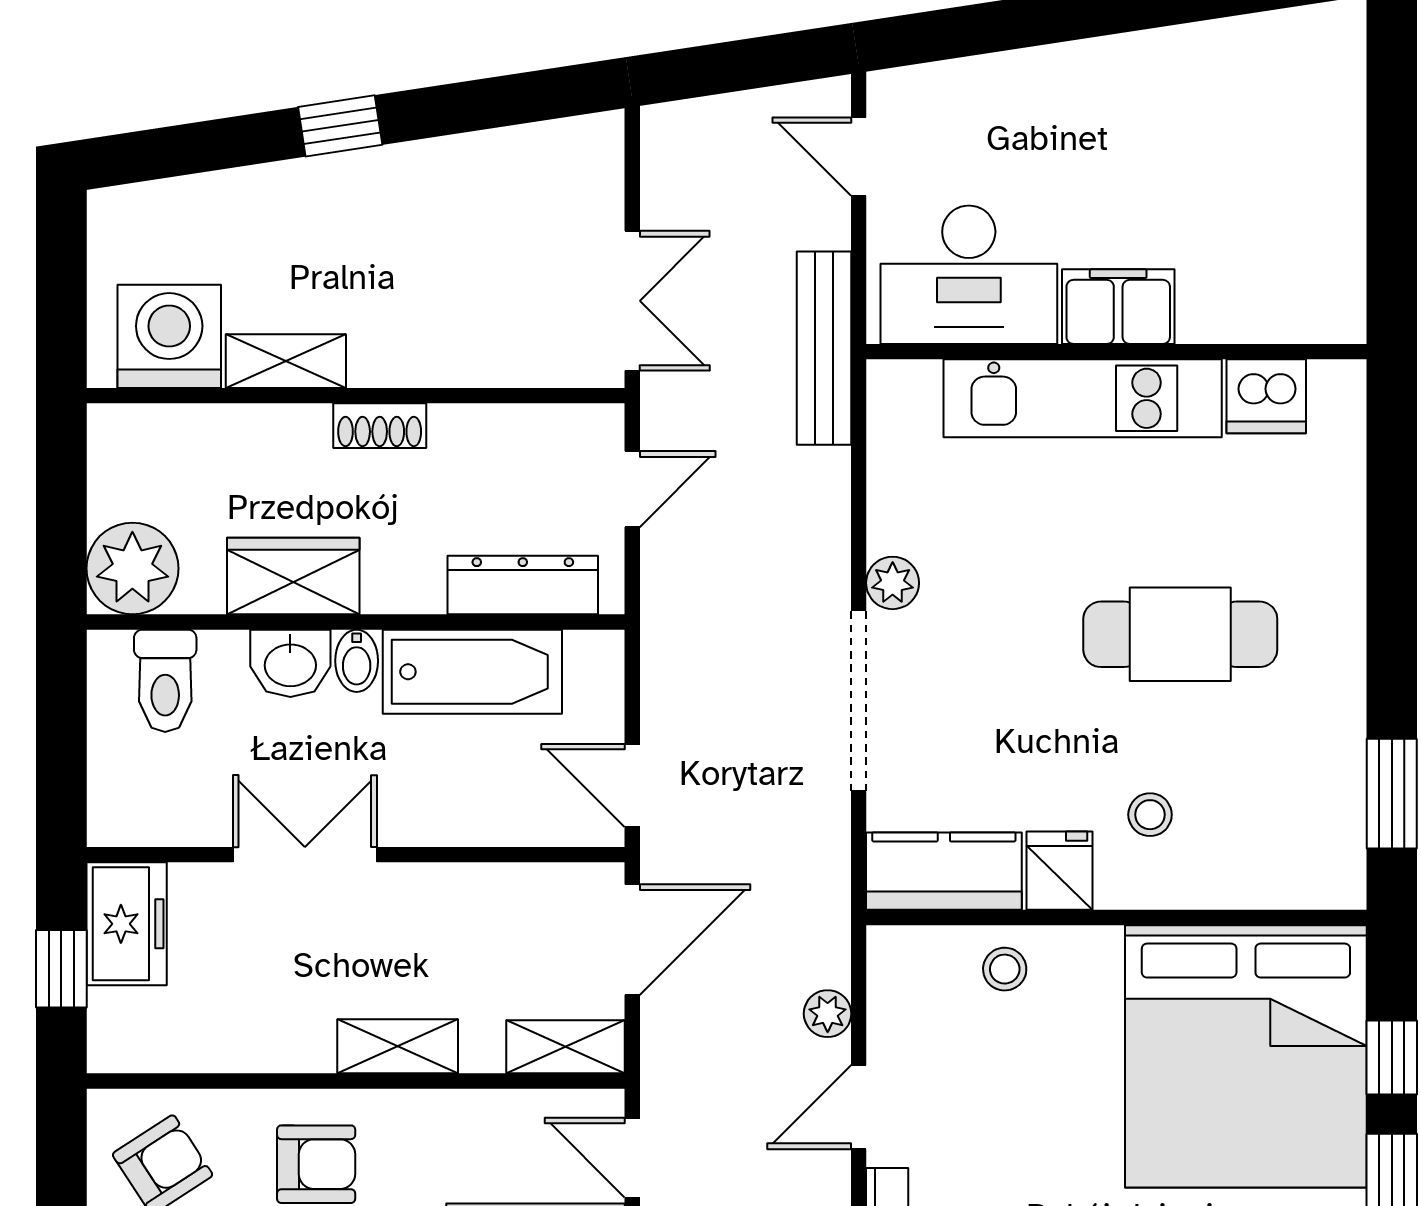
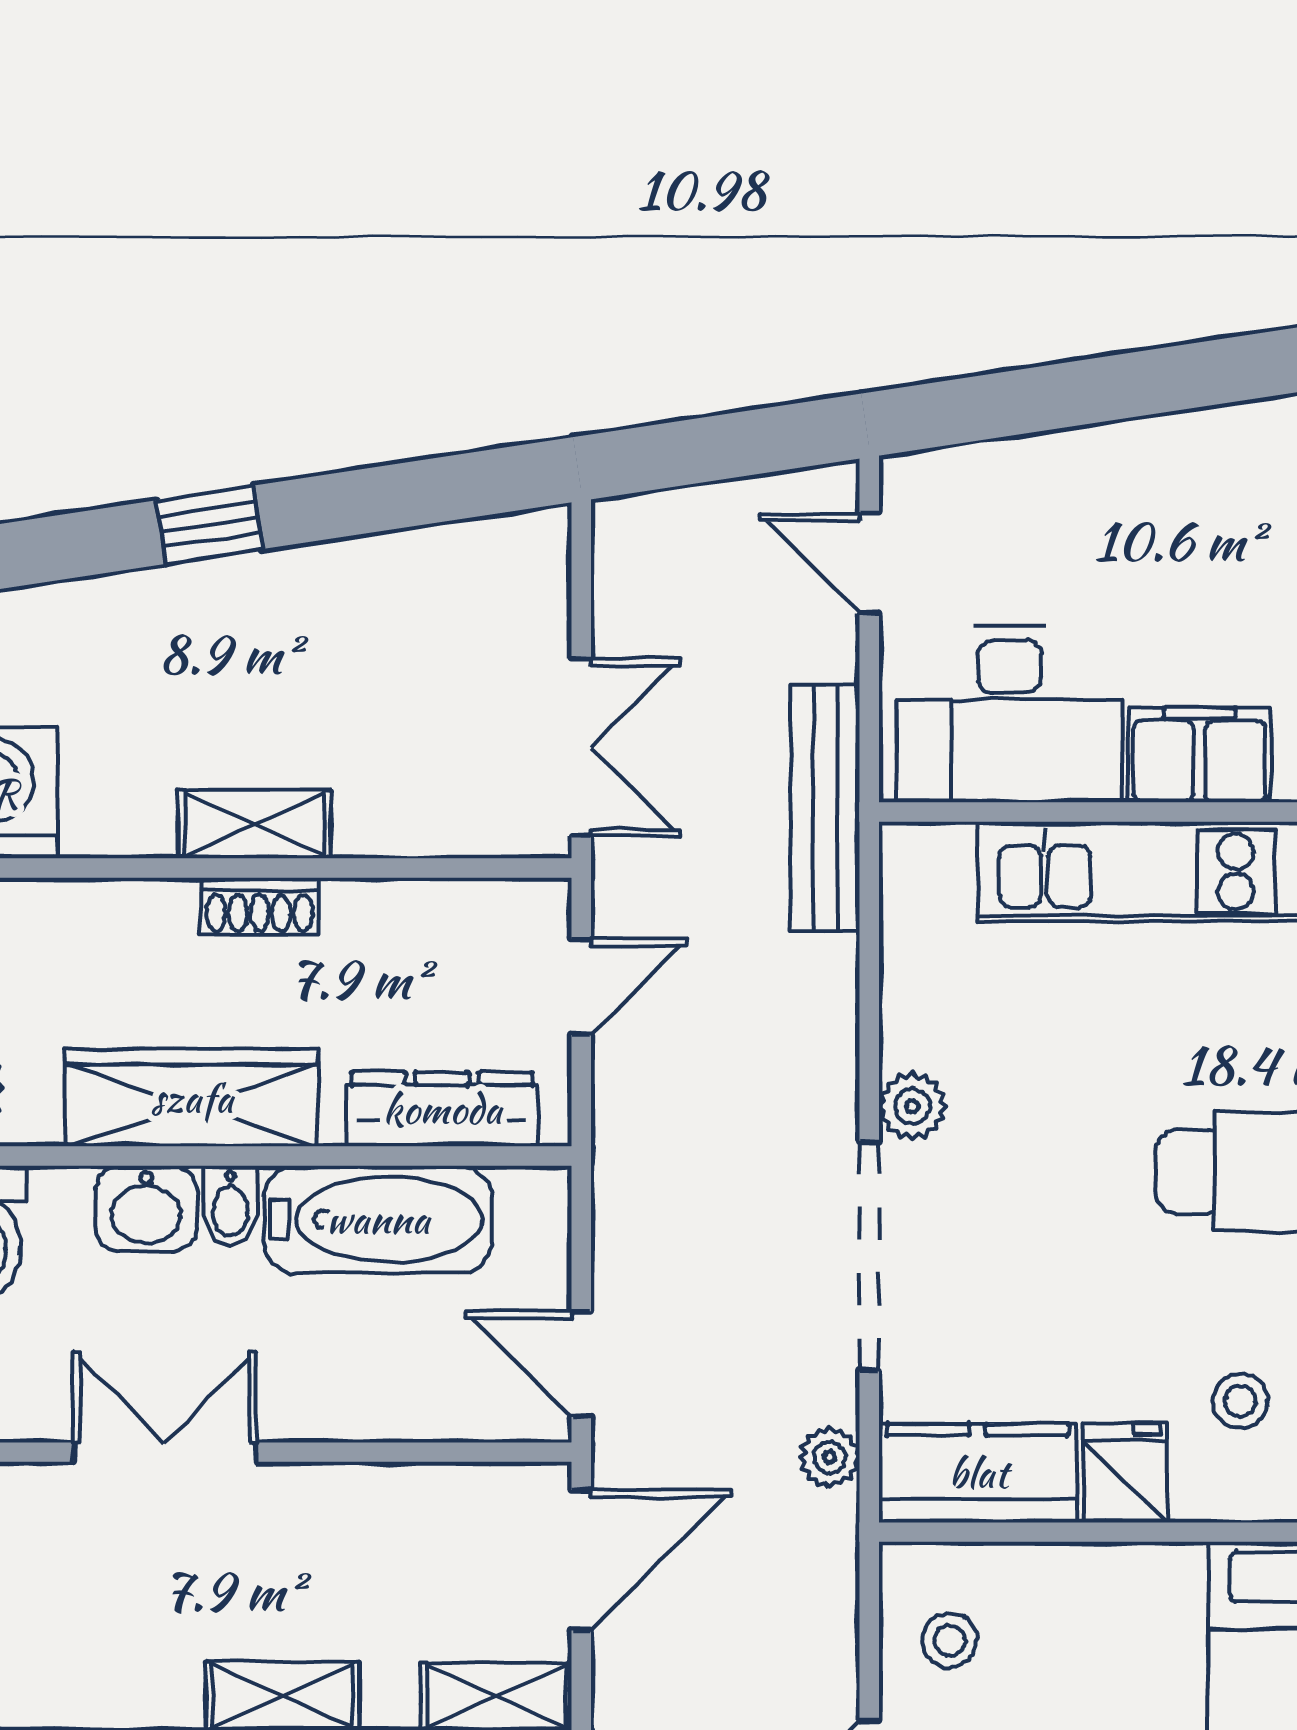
shelving: (286, 361) -> (254, 824), moved
wardrobe: (293, 576) -> (192, 1098), width x1.50
stool: (1005, 969) -> (950, 1641), moved
plant: (828, 1014) -> (830, 1457), moved

